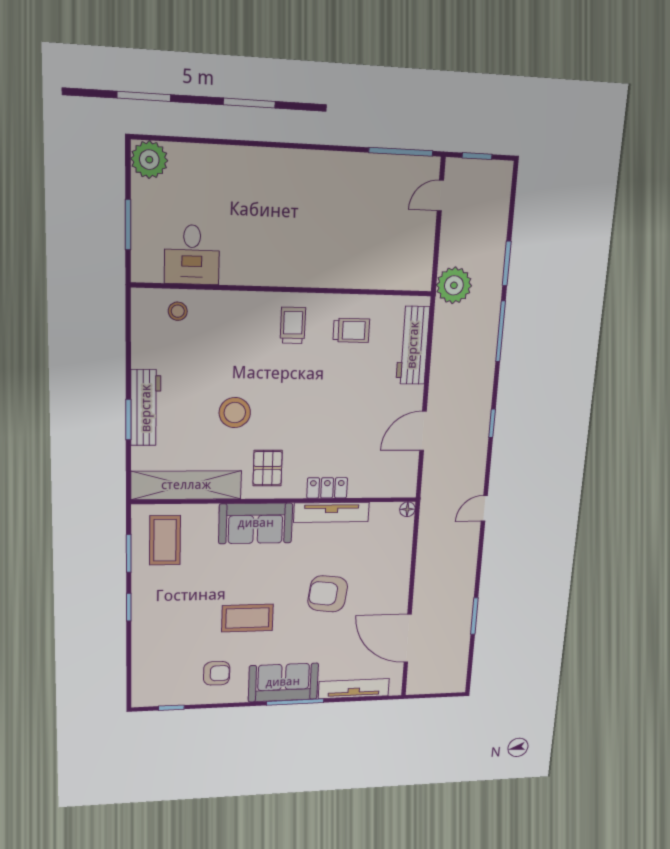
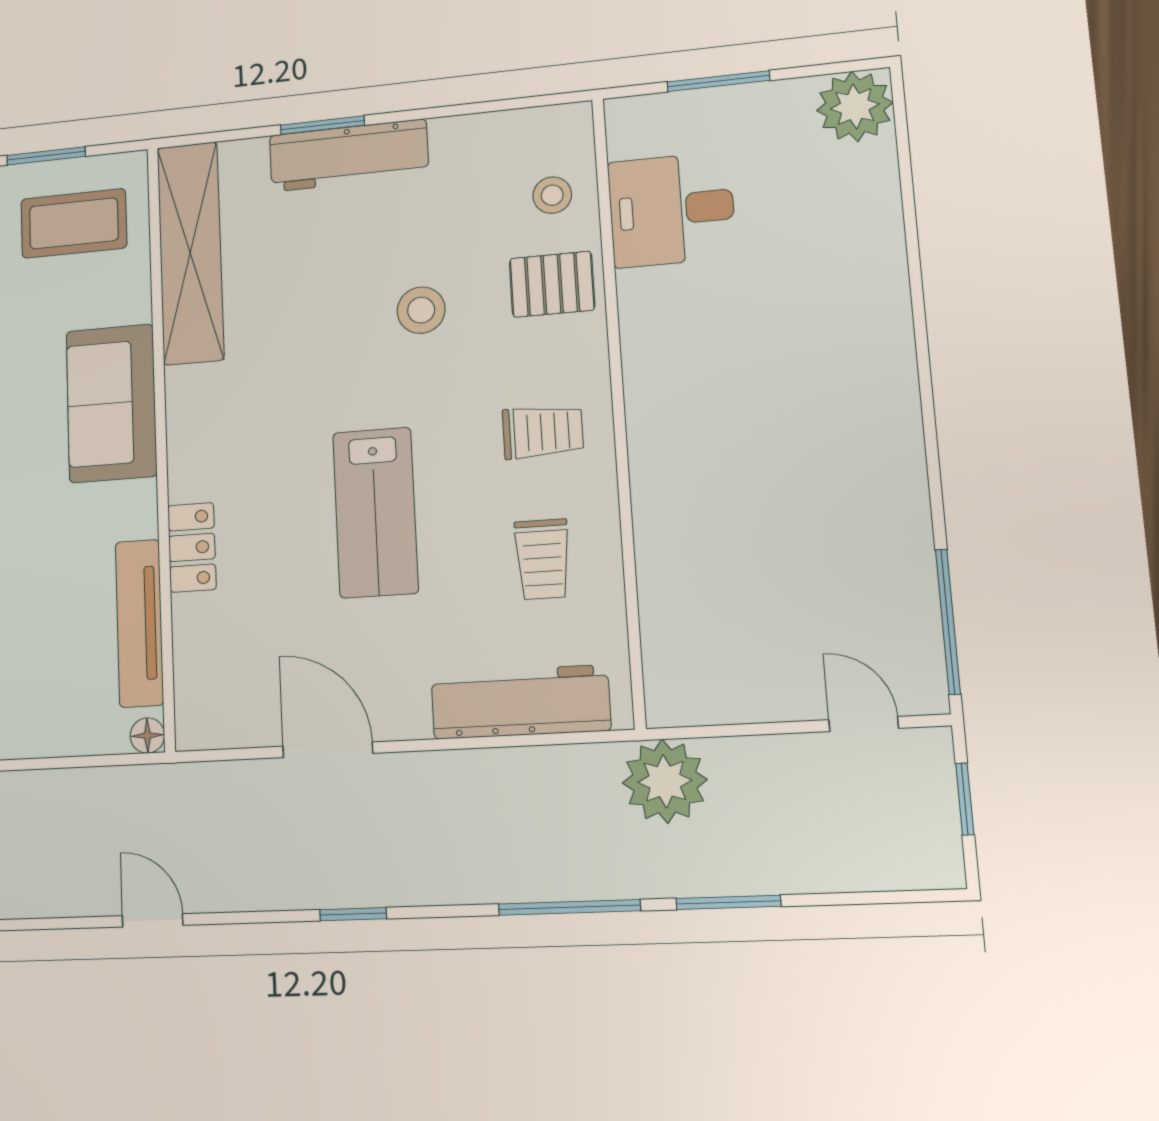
lab bench: (321, 404) -> (375, 513), added
stool: (235, 413) -> (421, 310), moved, width x0.73, depth x0.73
pallet: (268, 468) -> (552, 284), moved
tv unit: (331, 512) -> (139, 623), moved

